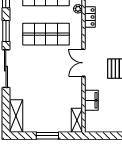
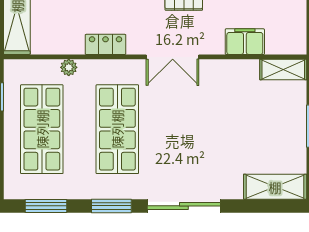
locker: (90, 17) -> (105, 44), moved

